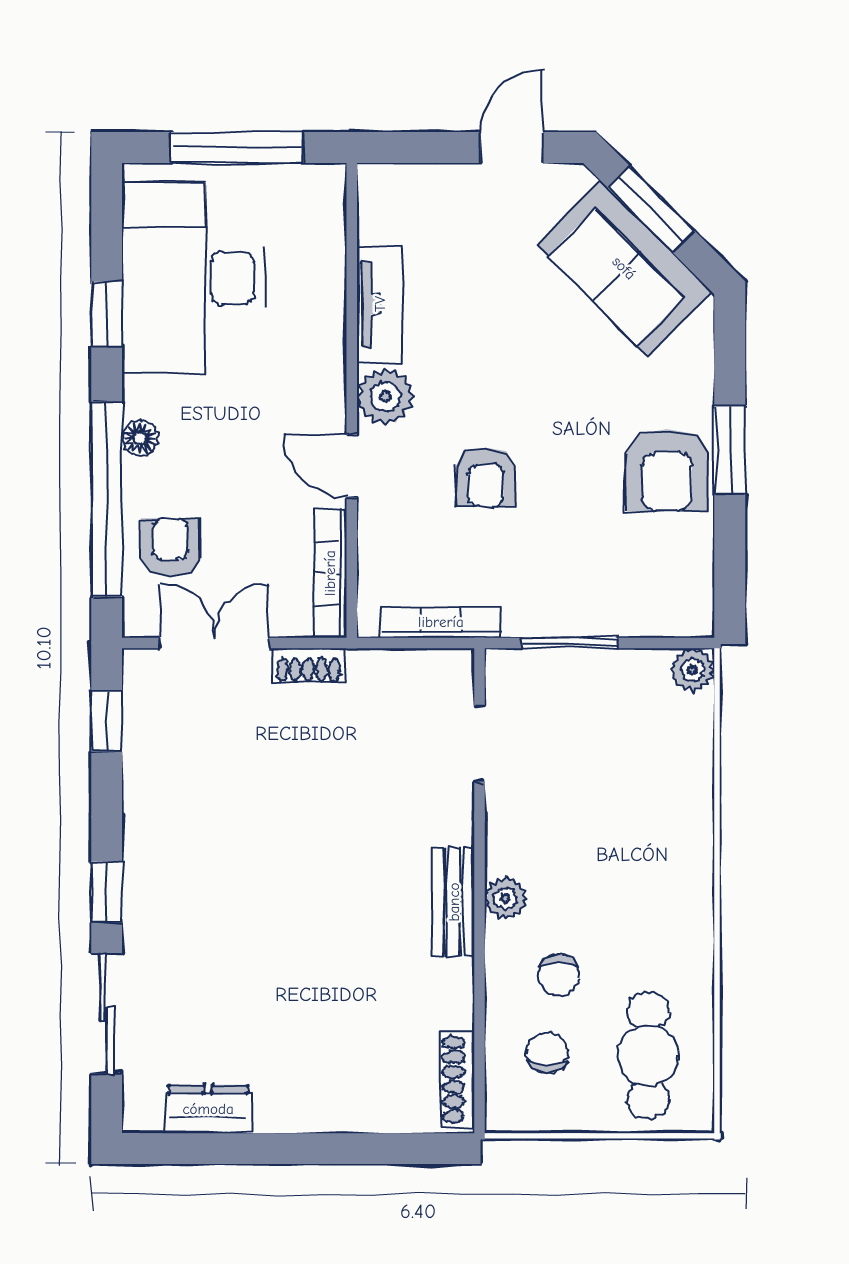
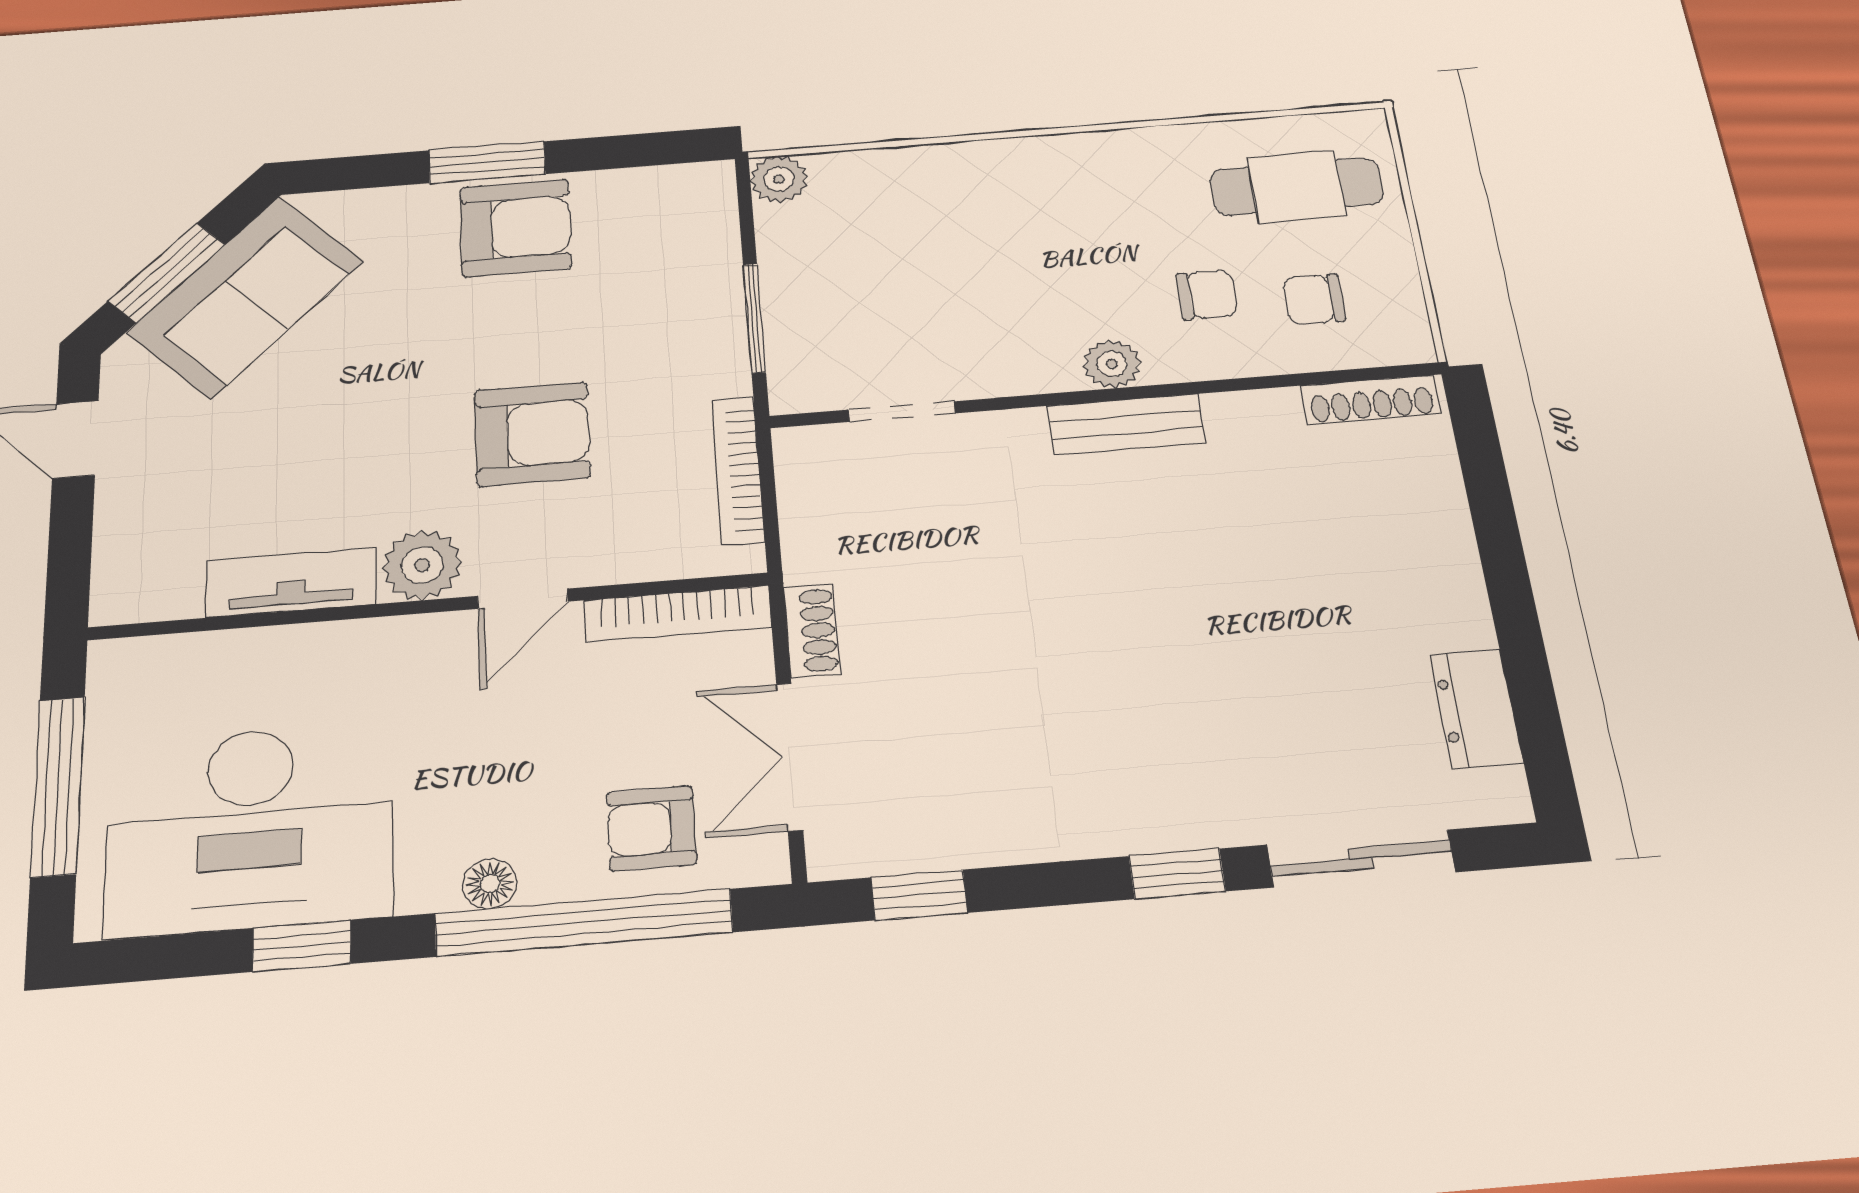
armchair: (485, 477) -> (532, 434), width x1.38, depth x1.38

